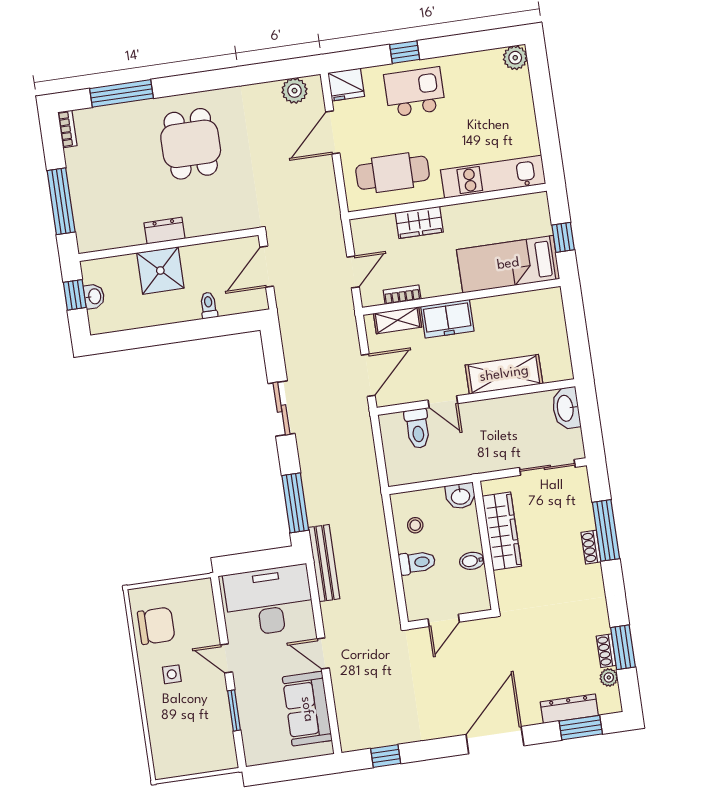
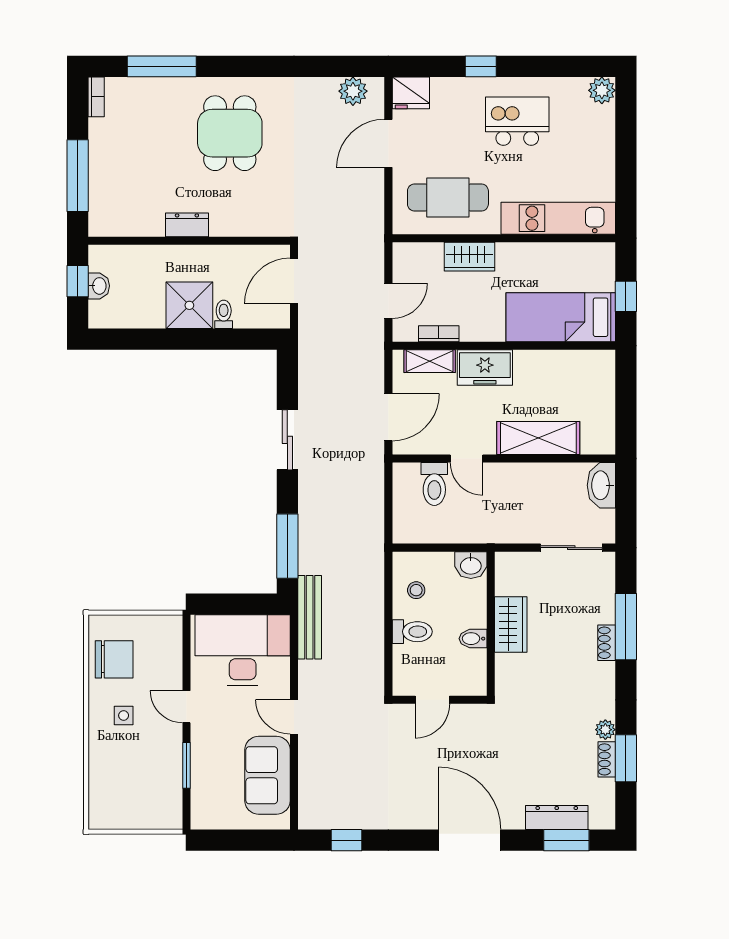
kitchen island: (415, 92) -> (517, 121), moved
shower: (160, 271) -> (189, 305), moved
wardrobe: (502, 531) -> (511, 625), width x0.67
plant: (609, 677) -> (605, 730), moved
door: (495, 740) -> (470, 840), hinge flipped

